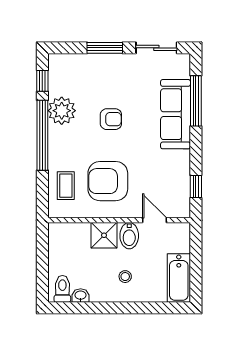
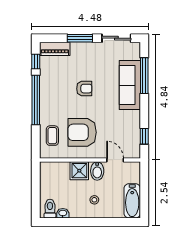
piano: (69, 63) -> (55, 49), added
plant: (62, 111) -> (49, 83), removed

